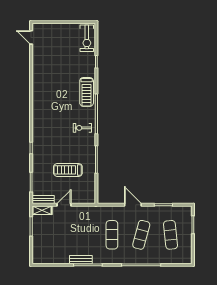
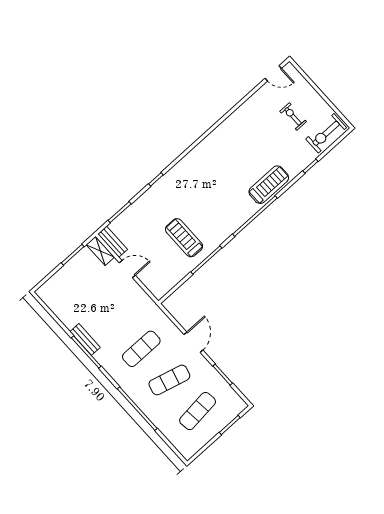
door: (31, 37) -> (273, 73), swing flipped
treadmill: (87, 92) -> (269, 185), turned 180
exercise bike: (82, 128) -> (293, 116), moved
treadmill: (68, 170) -> (184, 238), moved

